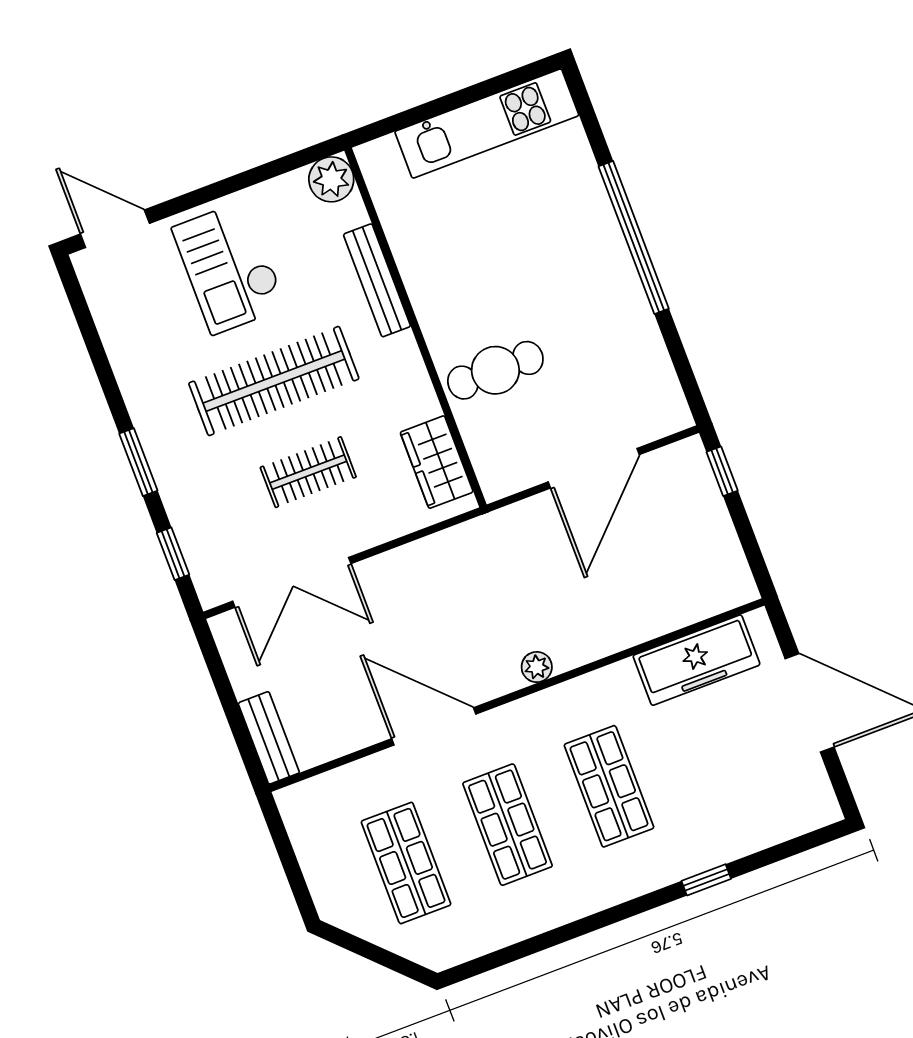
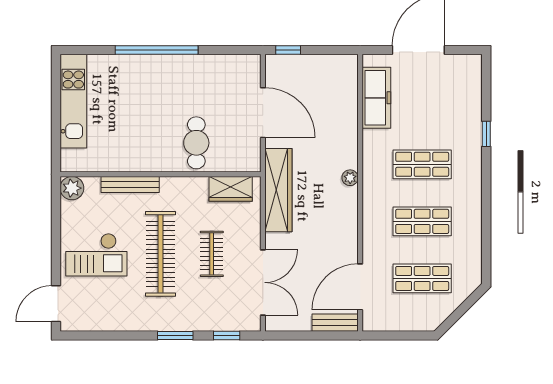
wardrobe: (467, 548) -> (278, 190), added
door: (434, 726) -> (360, 287), moved

